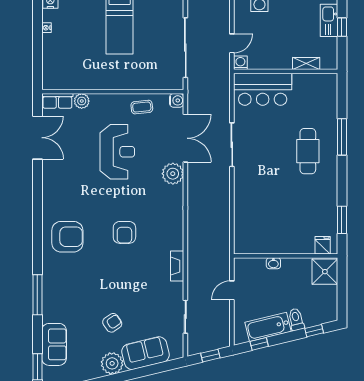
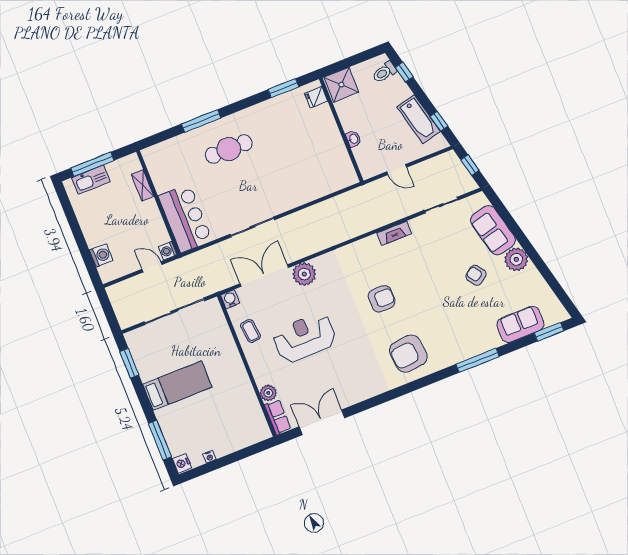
window: (342, 27) -> (92, 164), width x2.17
armchair: (67, 237) -> (408, 354), turned -96
toilet: (296, 319) -> (384, 72), moved

